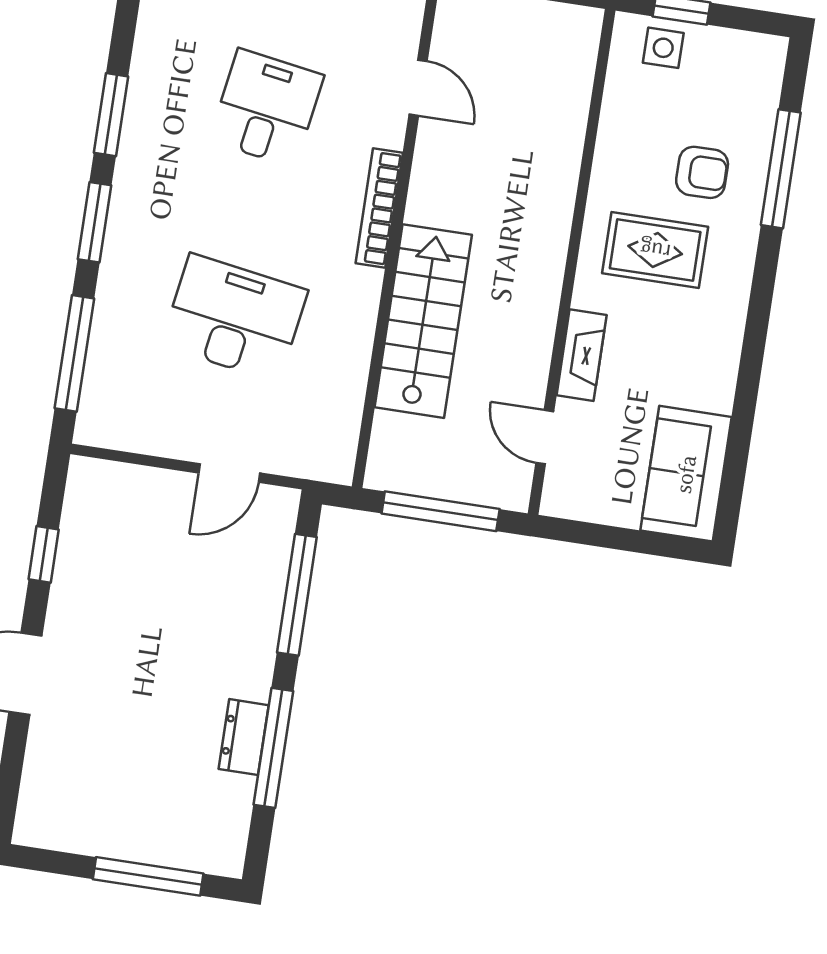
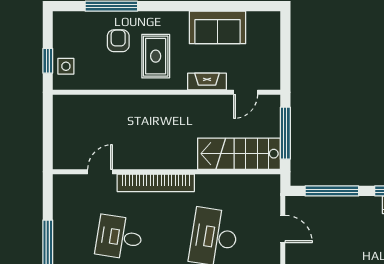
bookcase: (379, 208) -> (156, 183), width x1.48, depth x1.31
stairs: (423, 321) -> (239, 154), moved
sofa: (686, 474) -> (218, 27), moved

